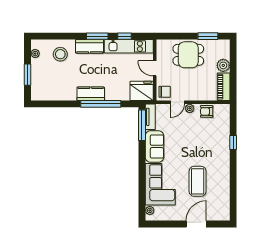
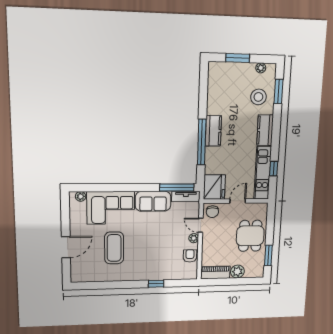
window: (97, 36) -> (278, 91), moved
coffee table: (198, 181) -> (114, 248), turned 90
door: (196, 224) -> (66, 247), hinge flipped

